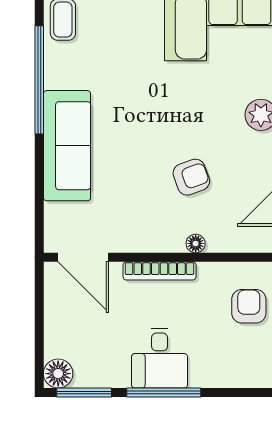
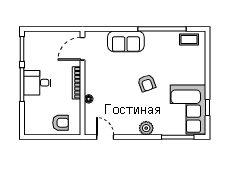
sofa: (67, 146) -> (126, 41), width x0.73
armchair: (191, 177) -> (147, 83), moved
floor lamp: (58, 374) -> (30, 37), removed

